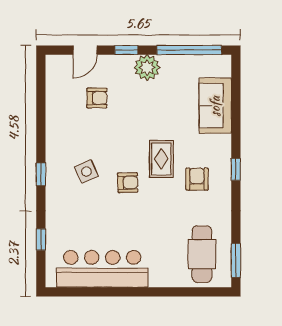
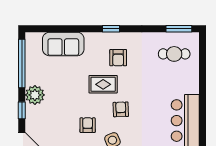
armchair: (97, 98) -> (88, 125), moved
armchair: (197, 179) -> (118, 58), turned -90
cafe table: (202, 254) -> (174, 54), width x0.73, depth x0.74

